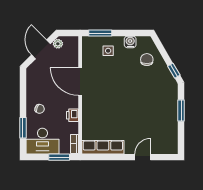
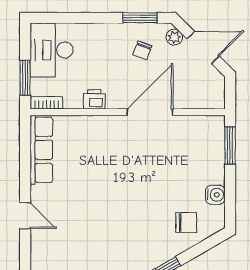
plant: (58, 44) -> (174, 37), moved
side table: (108, 51) -> (201, 158), removed
chair: (40, 109) -> (142, 50), moved
window: (23, 128) -> (140, 18), moved

